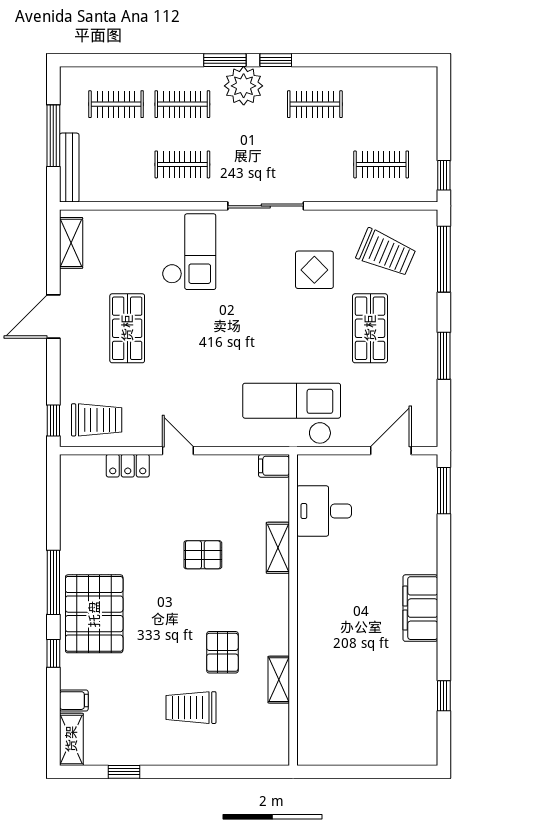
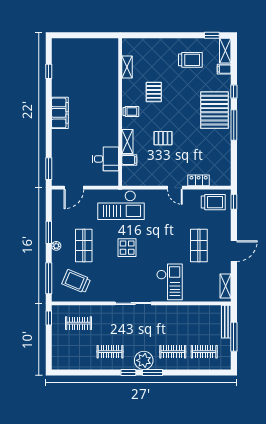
clothes rail: (182, 164) -> (173, 323), removed
checkout: (189, 252) -> (170, 282), turned 180
display table: (314, 270) -> (127, 248), moved
plant: (428, 327) -> (56, 246), added
trolley: (97, 420) -> (213, 202), turned 180
filing cabinet: (274, 466) -> (129, 160), moved
trolley: (271, 611) -> (131, 112), added
shelving: (279, 680) -> (127, 67), moved
trolley: (191, 708) -> (190, 60), moved
window: (124, 772) -> (212, 35), moved

